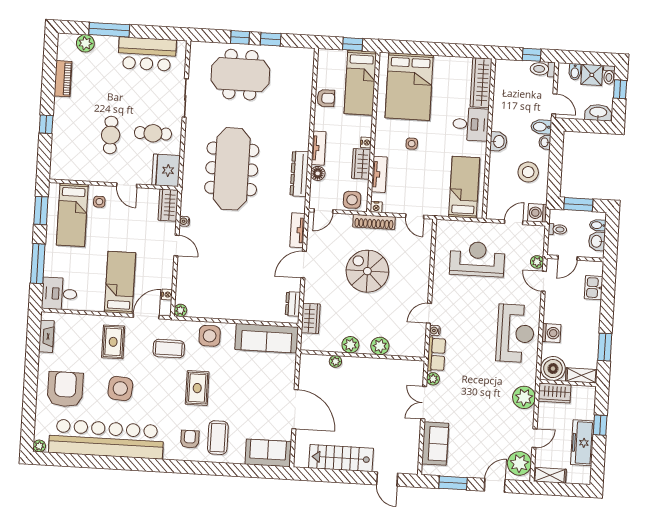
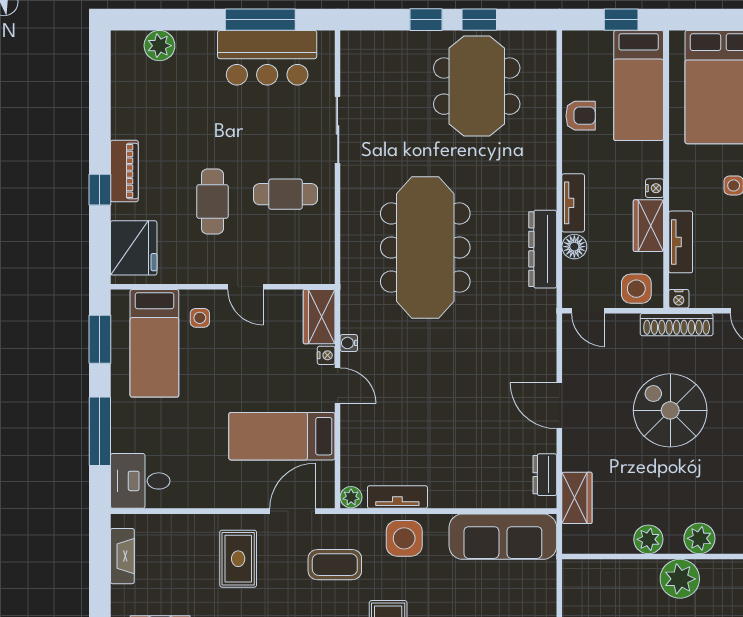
window: (109, 30) -> (260, 20), moved
meeting table: (240, 75) -> (477, 86), moved, turned 90
piano: (63, 79) -> (124, 171), moved
fridge: (166, 170) -> (134, 248), moved, turned 180
door: (323, 211) -> (588, 311), hinge flipped
tv unit: (297, 230) -> (397, 497), moved, turned 90
door: (304, 265) -> (559, 406), hinge flipped
bed: (120, 283) -> (282, 436), moved, turned -90
nightstand: (167, 295) -> (326, 355), moved
plant: (335, 361) -> (680, 579), moved, width x1.87, depth x1.87

